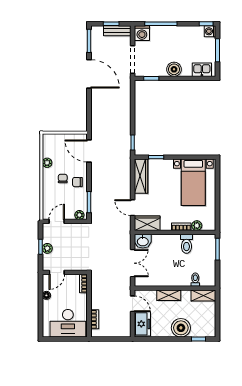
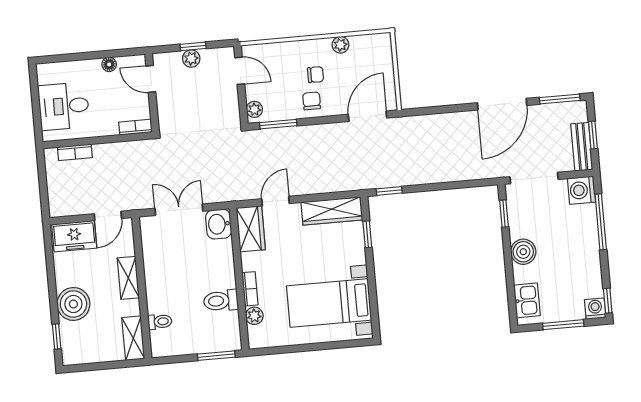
double door: (133, 263) -> (179, 210), swing flipped
desk: (68, 323) -> (64, 106), width x0.73

